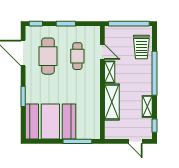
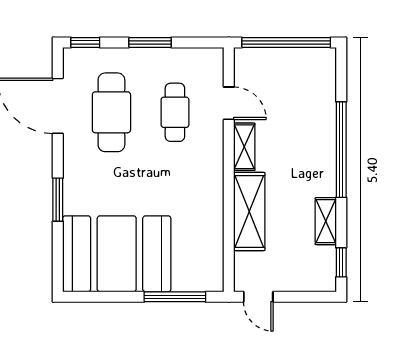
trolley: (141, 47) -> (313, 93), removed
door: (135, 141) -> (258, 297), moved

